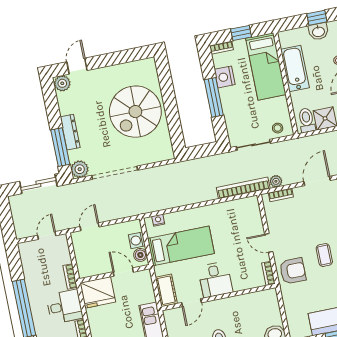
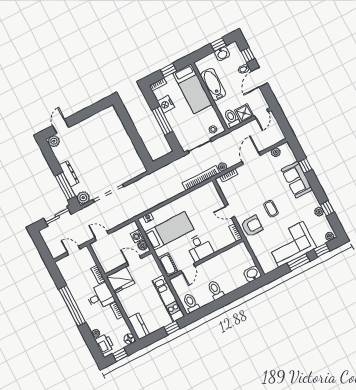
spiral stairs: (135, 112) -> (110, 146), removed
door: (90, 227) -> (102, 236), hinge flipped
door: (47, 235) -> (73, 250), hinge flipped

